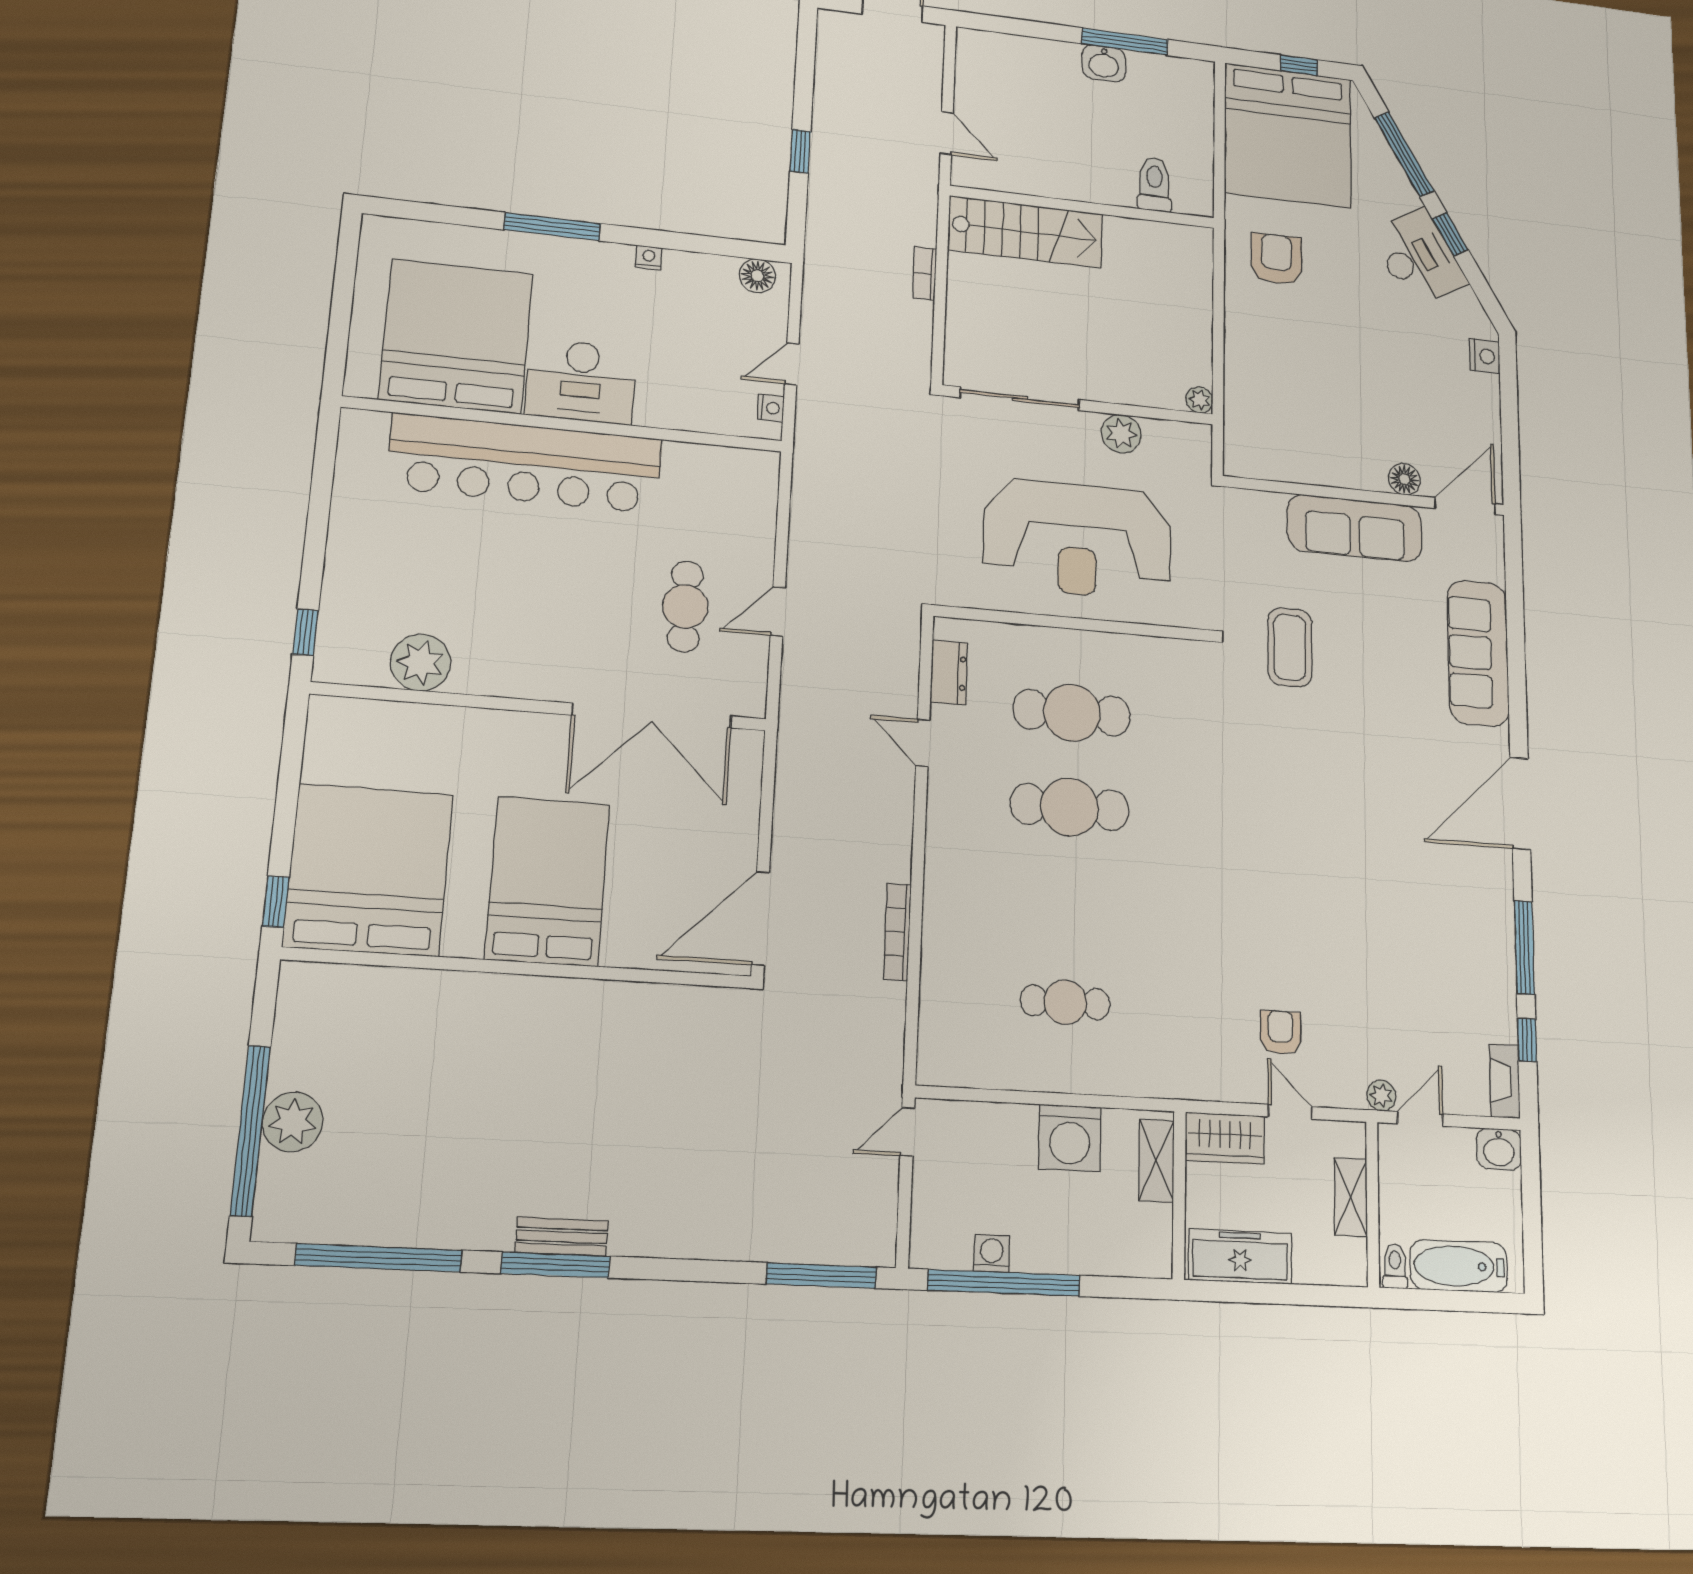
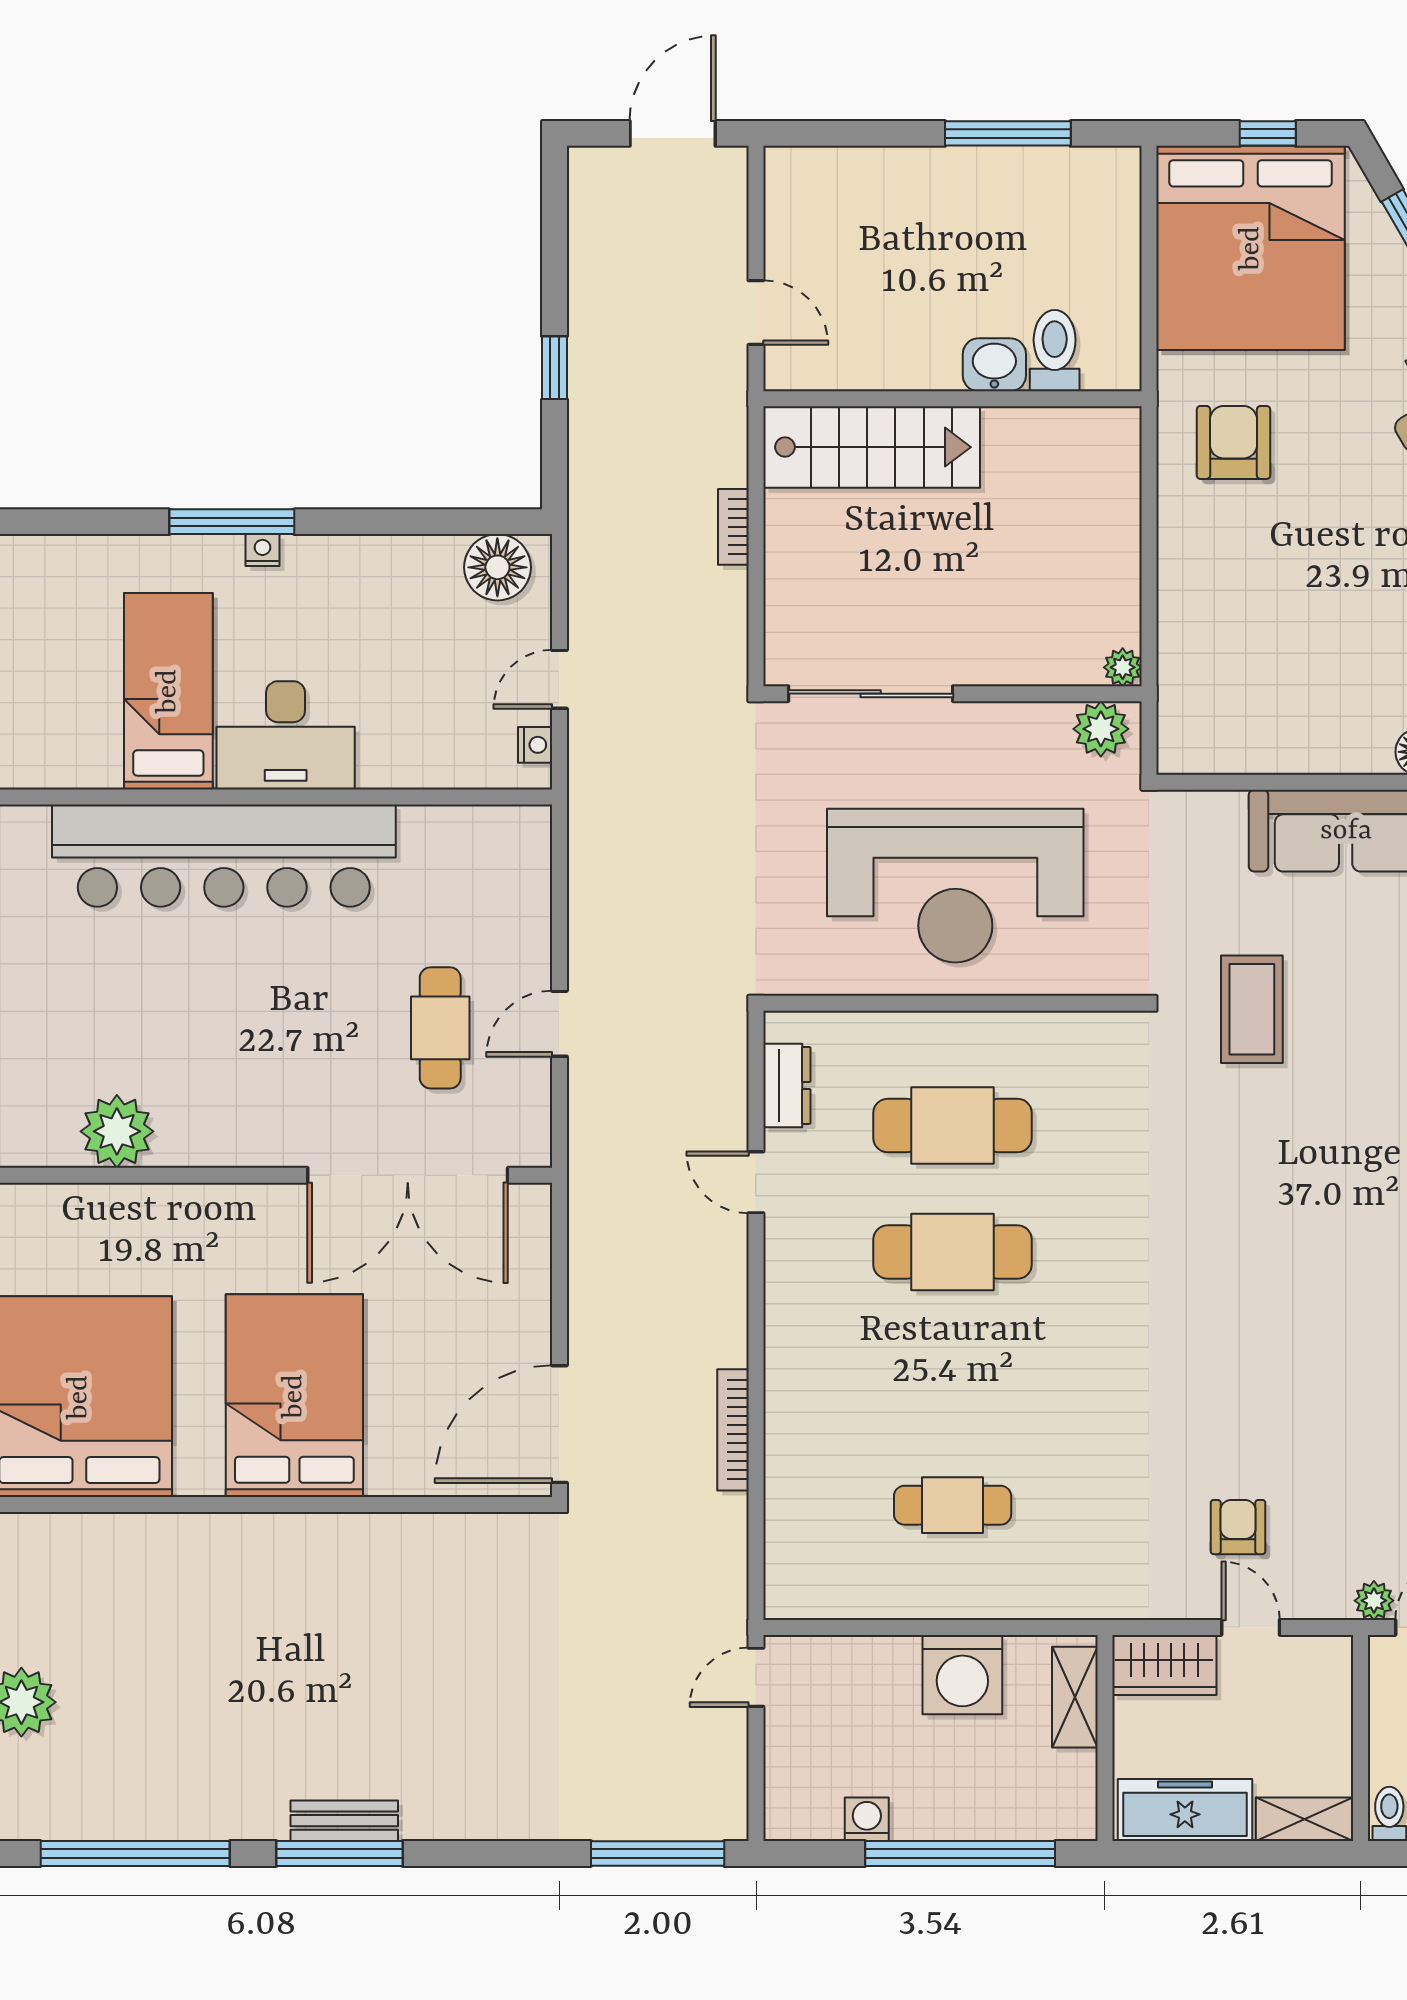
washbasin: (1104, 63) -> (994, 365), moved, turned 180
nightstand: (649, 258) -> (262, 550), moved
floor lamp: (757, 276) -> (497, 567), width x1.38, depth x1.38
bed: (456, 336) -> (168, 691), width x0.49
plant: (1121, 434) -> (1101, 729), moved
shelving: (1351, 1197) -> (1305, 1819), moved, turned 90
window: (1004, 1283) -> (960, 1853), moved

